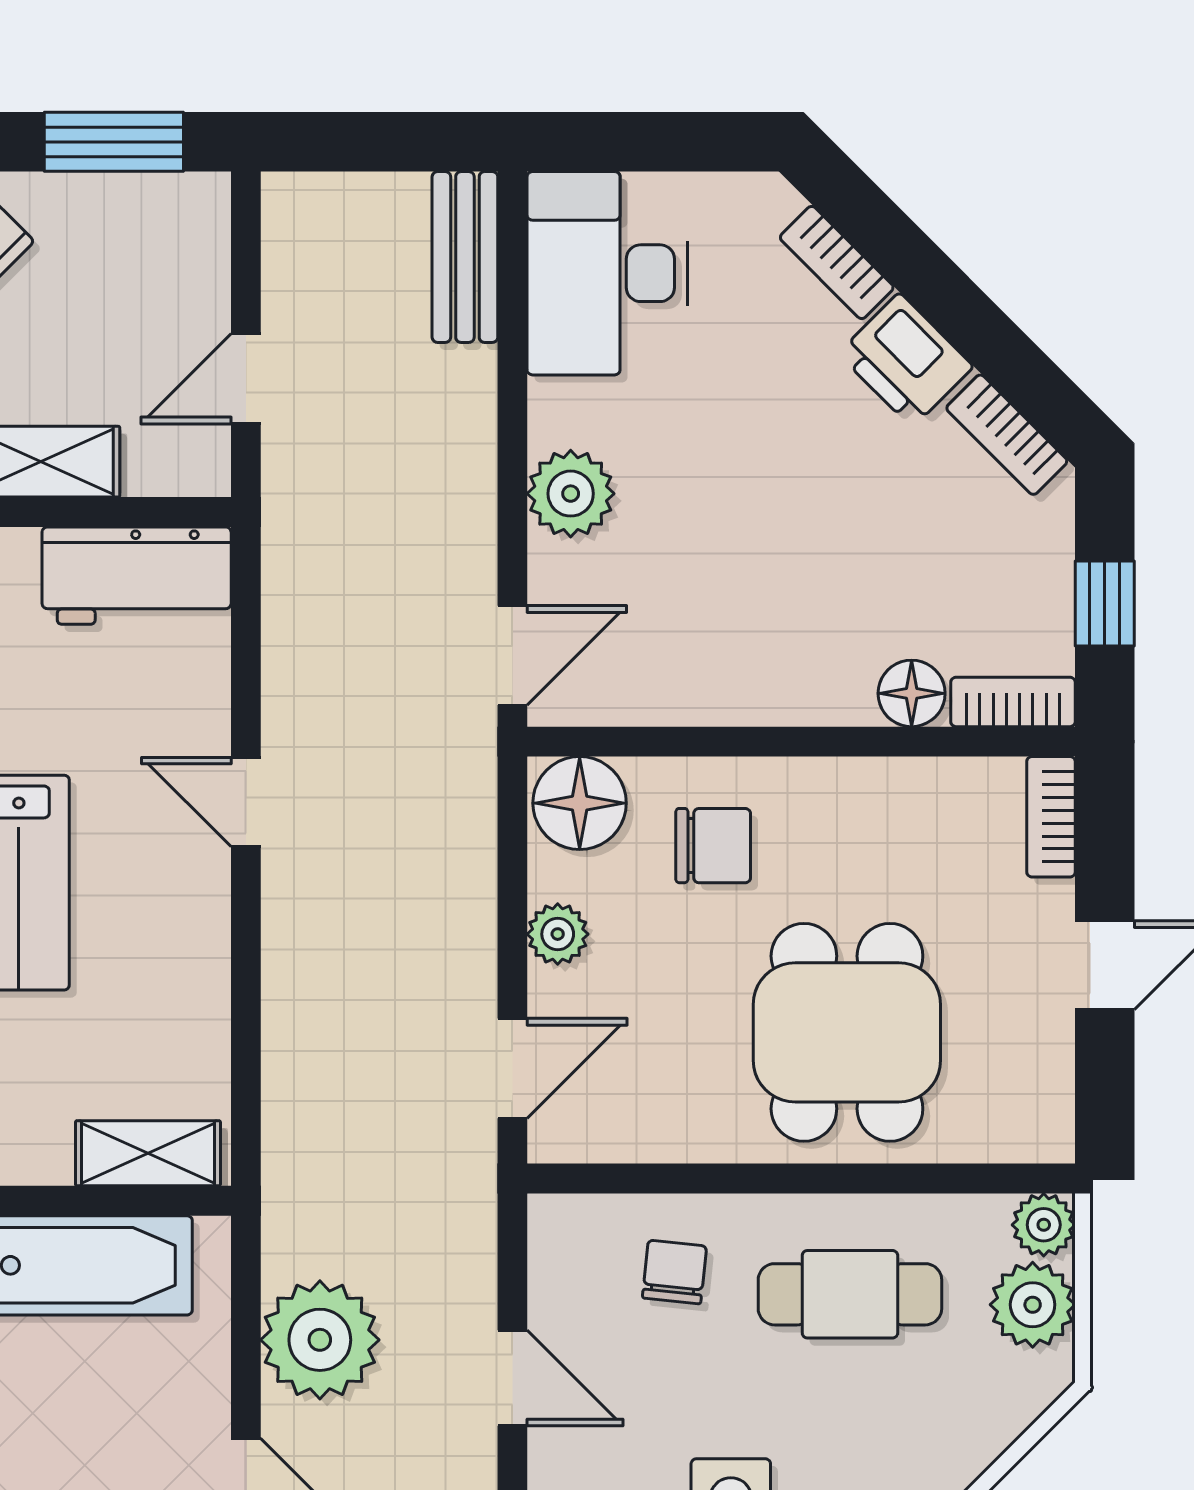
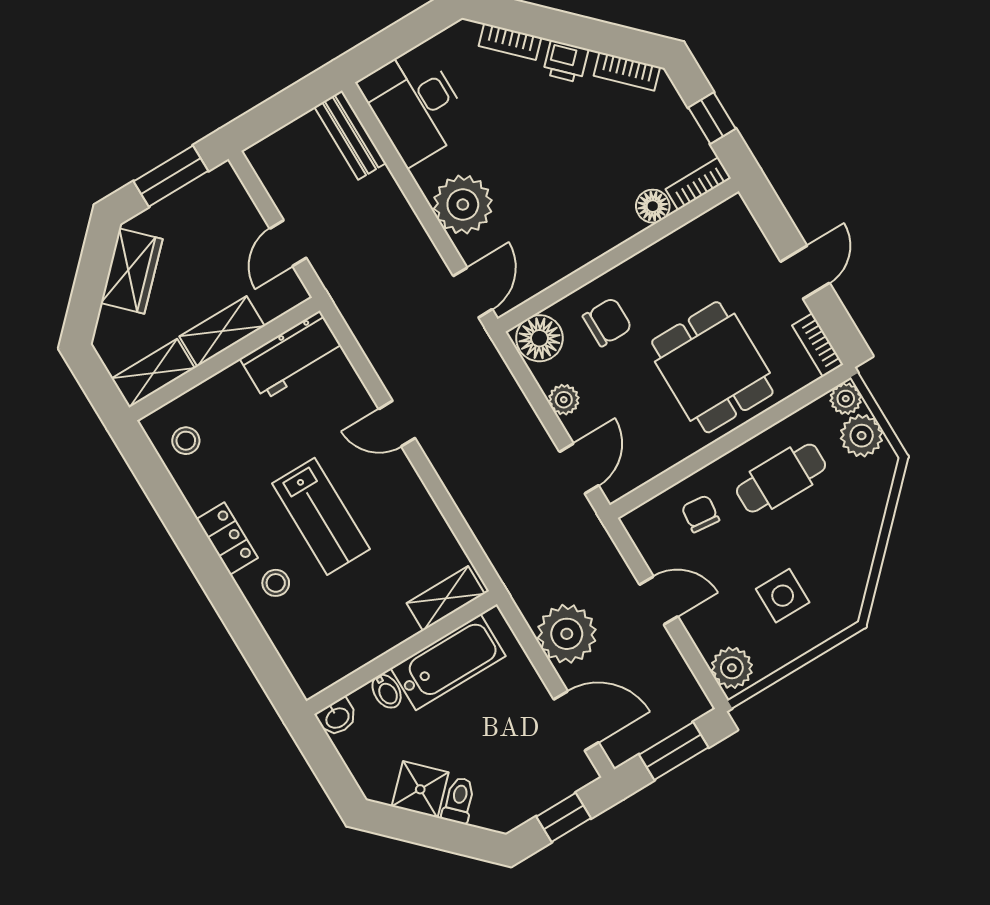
printer: (906, 360) -> (566, 61), width x0.73, depth x0.81
plant: (571, 494) -> (463, 205), width x1.36, depth x1.36
bookcase: (1051, 817) -> (818, 345), moved

